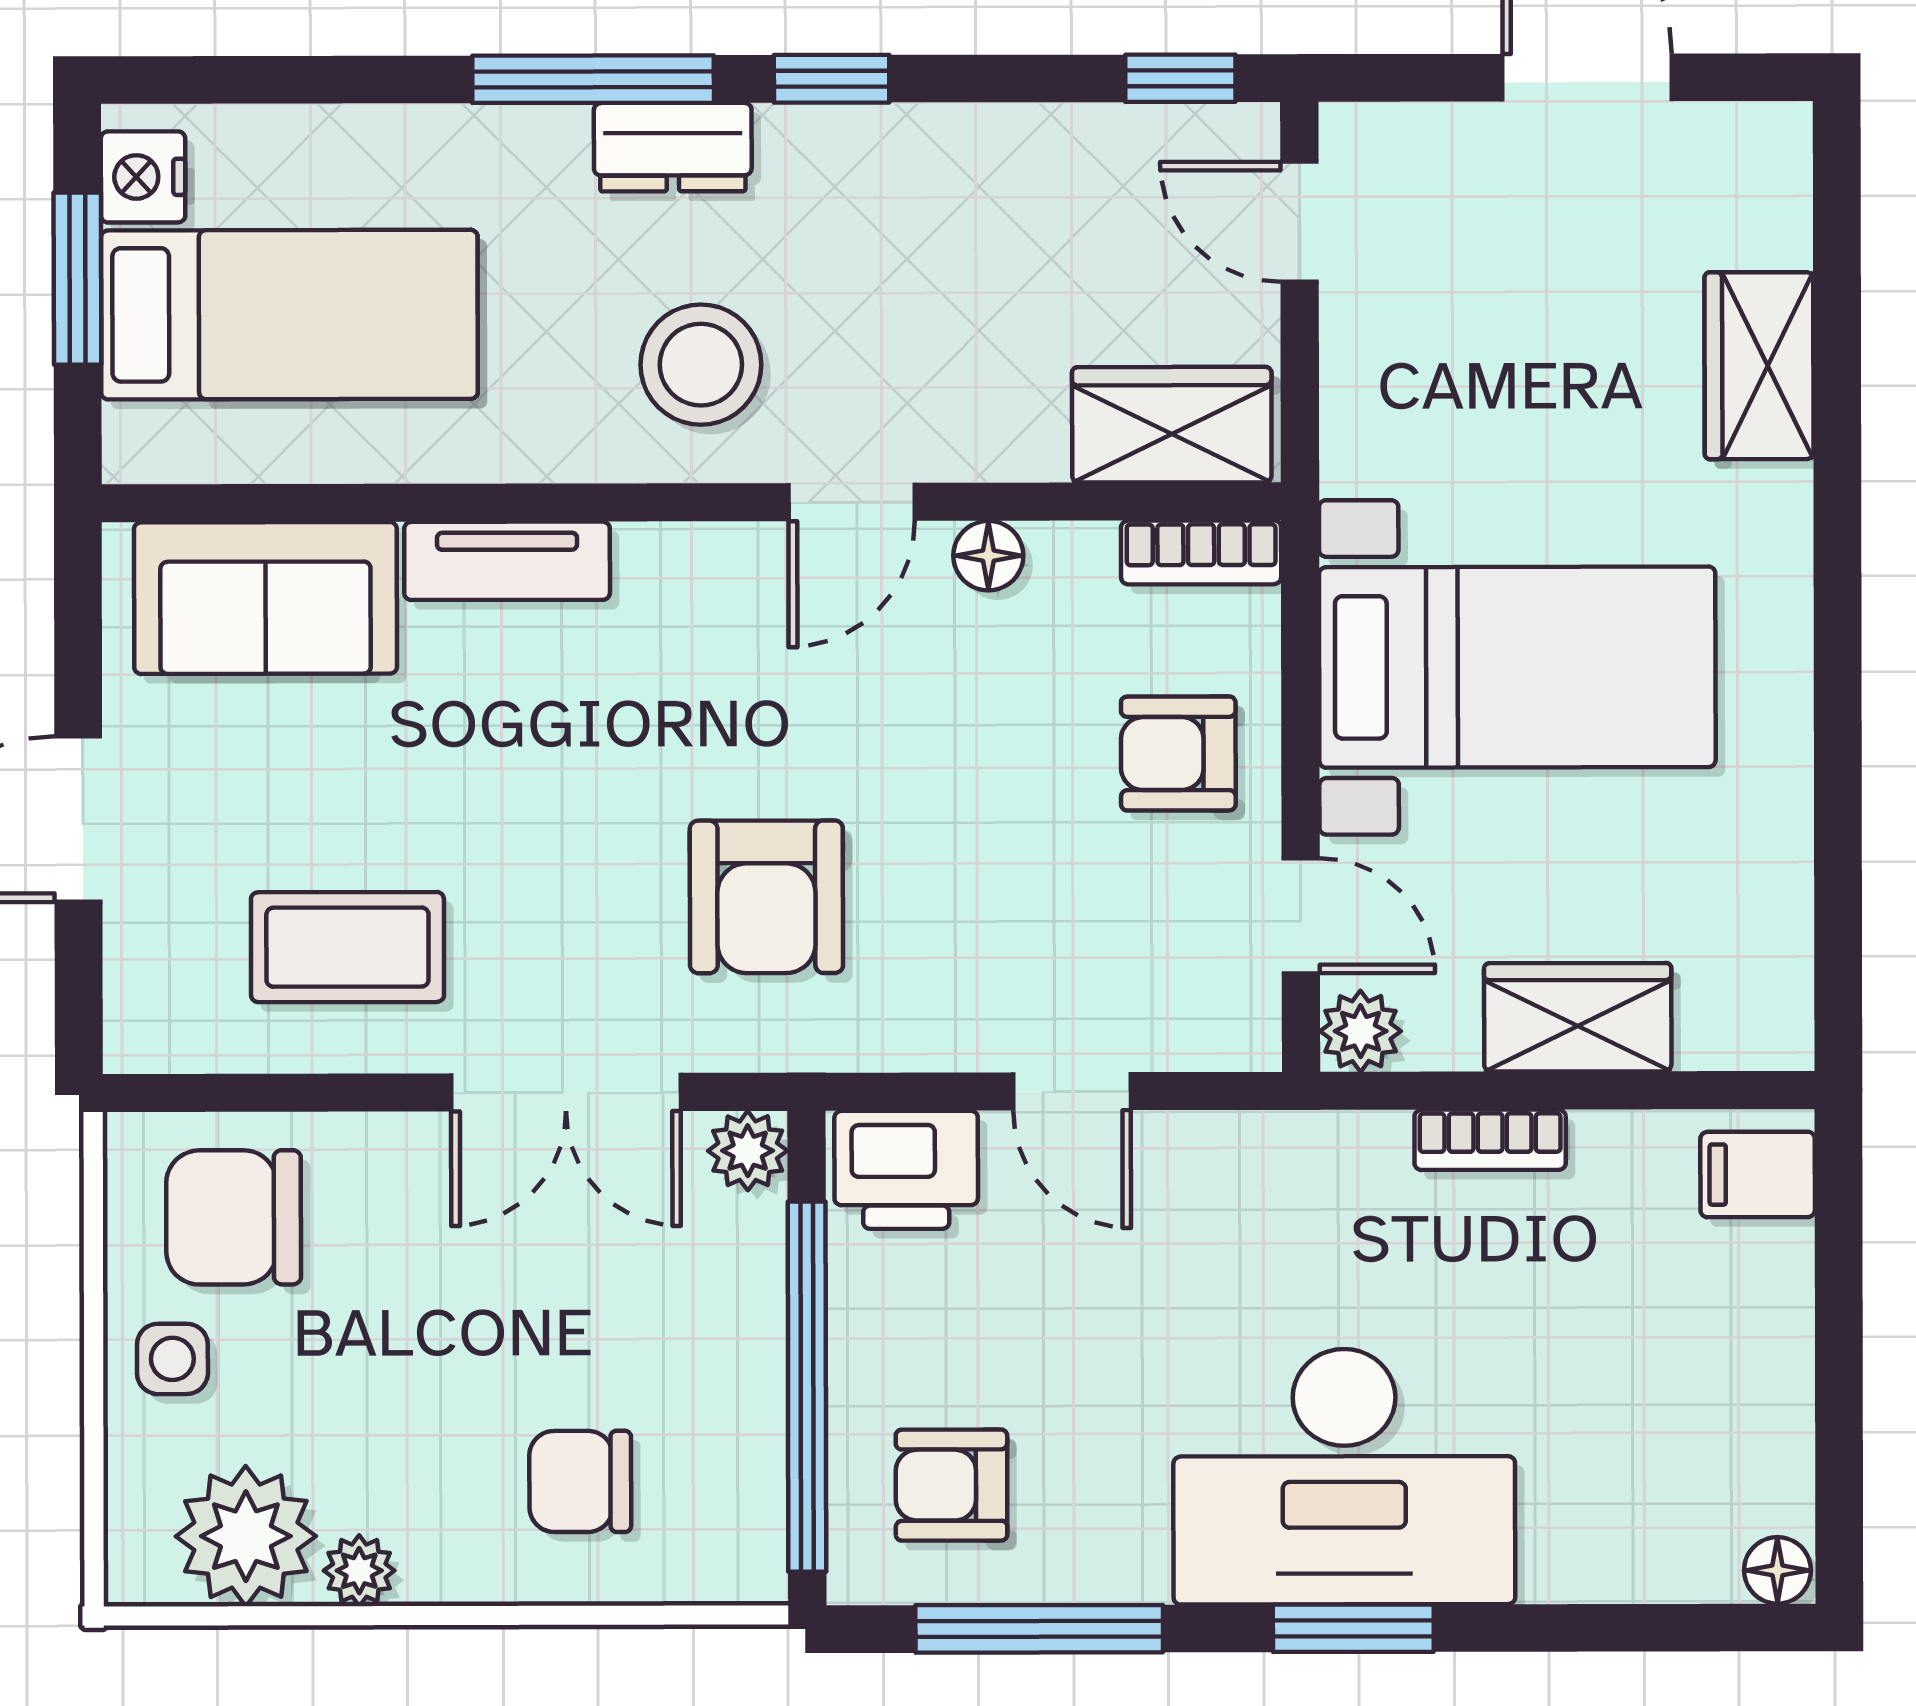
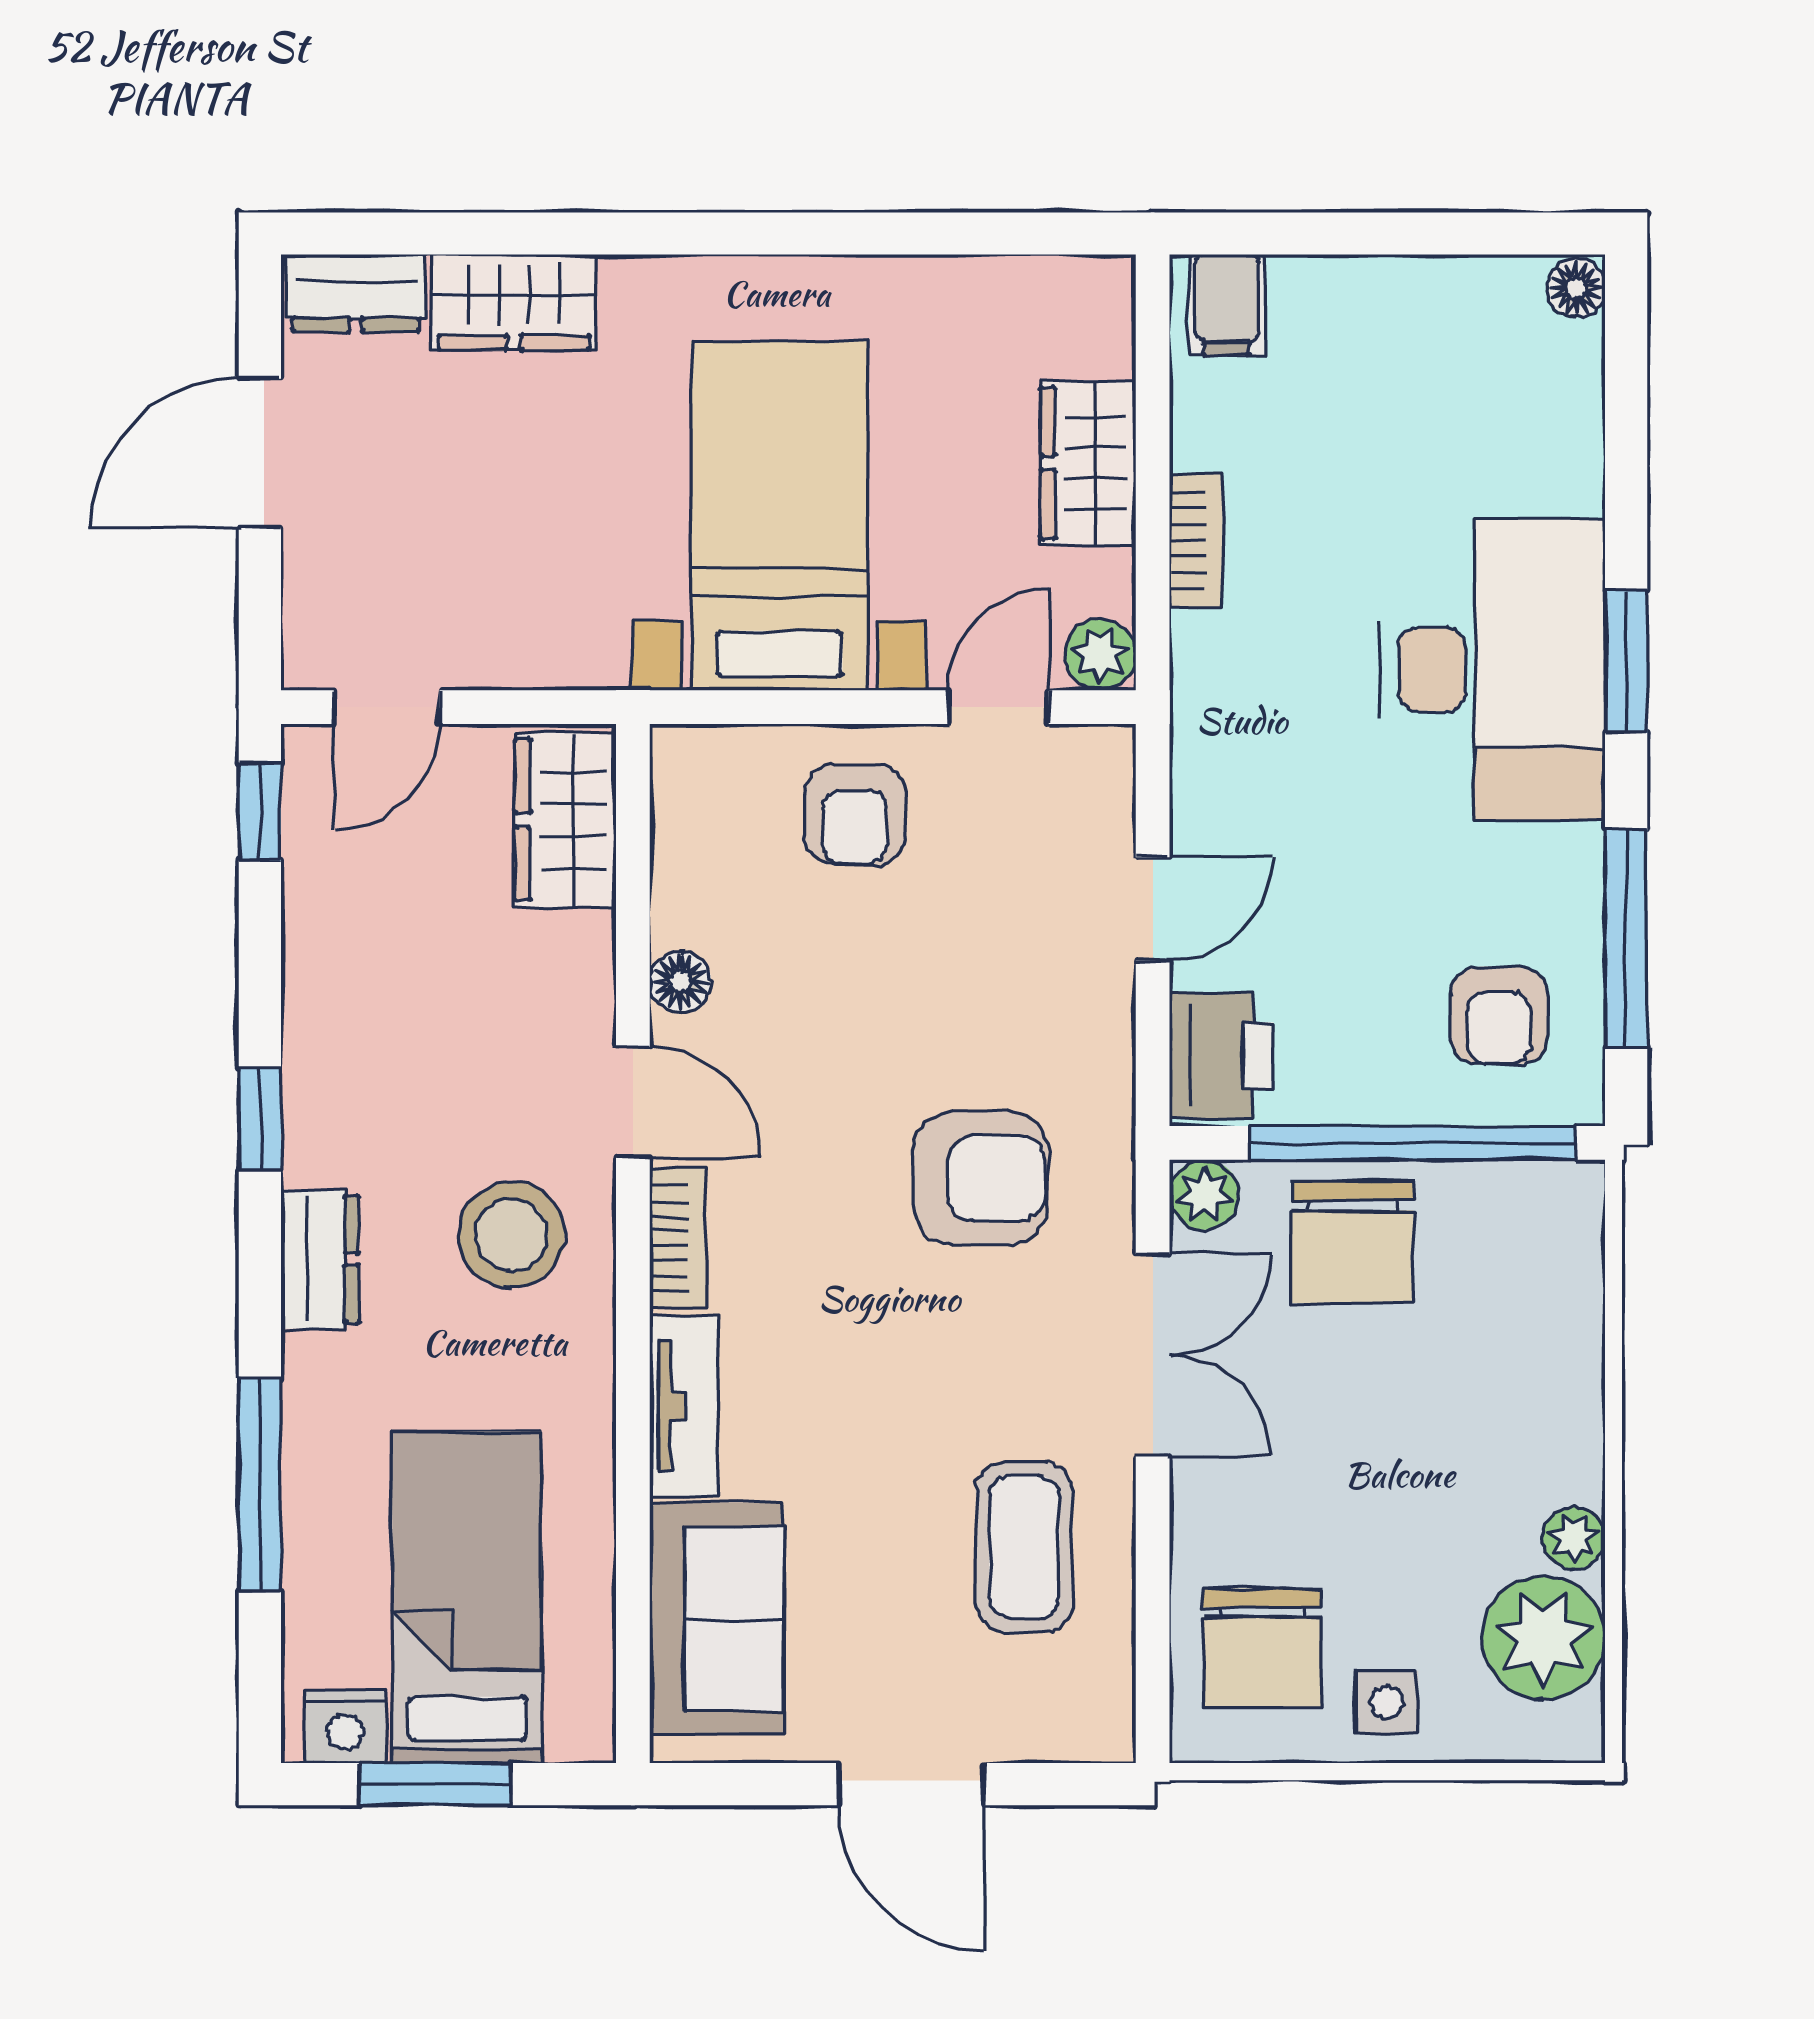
window: (593, 79) -> (260, 1485), moved
dresser: (1769, 186) -> (356, 293), added
bookcase: (1201, 552) -> (678, 1238), moved
chair: (580, 1481) -> (1352, 1242), moved, width x1.37, depth x1.37

